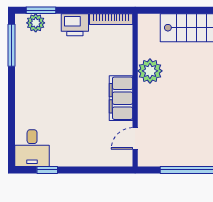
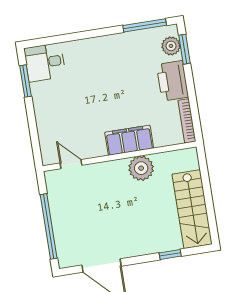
printer: (75, 25) -> (172, 81), width x1.37, depth x1.19
filing cabinet: (121, 98) -> (129, 140), moved
window: (47, 170) -> (25, 81), width x1.50

